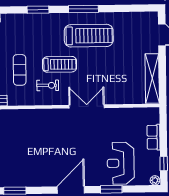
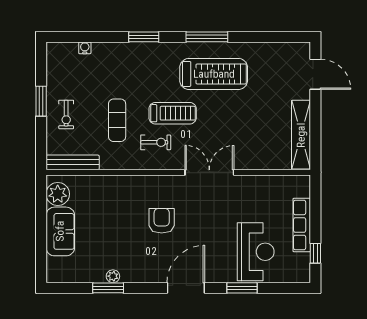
row of seats: (153, 137) -> (302, 225), width x1.48
armchair: (53, 142) -> (162, 221), added
reception desk: (121, 163) -> (256, 252), turned 180
plant: (155, 180) -> (113, 276), moved

